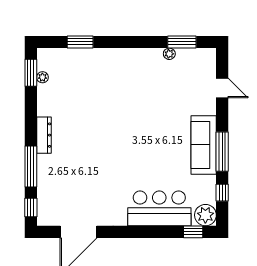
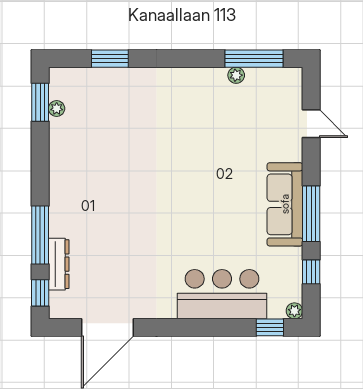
window: (182, 42) -> (254, 59), width x1.44
dresser: (44, 135) -> (59, 264), moved
plant: (205, 215) -> (294, 311), width x0.53, depth x0.53

